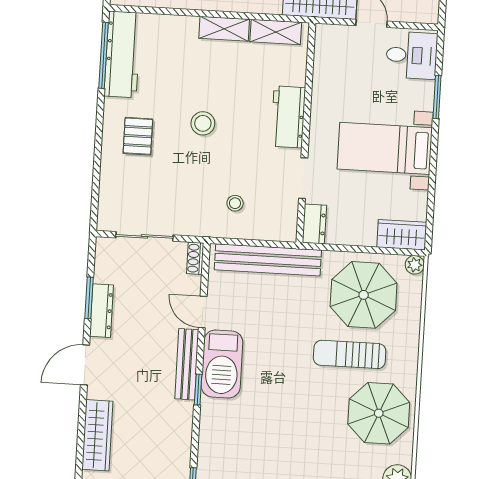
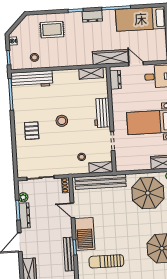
shelving: (224, 29) -> (101, 167), moved
workbench: (123, 54) -> (32, 79), moved, turned 90
dresser: (314, 224) -> (115, 80), moved
plant: (103, 272) -> (23, 197), added
sun lounger: (350, 354) -> (106, 261), moved
bench: (187, 364) -> (69, 254), moved

